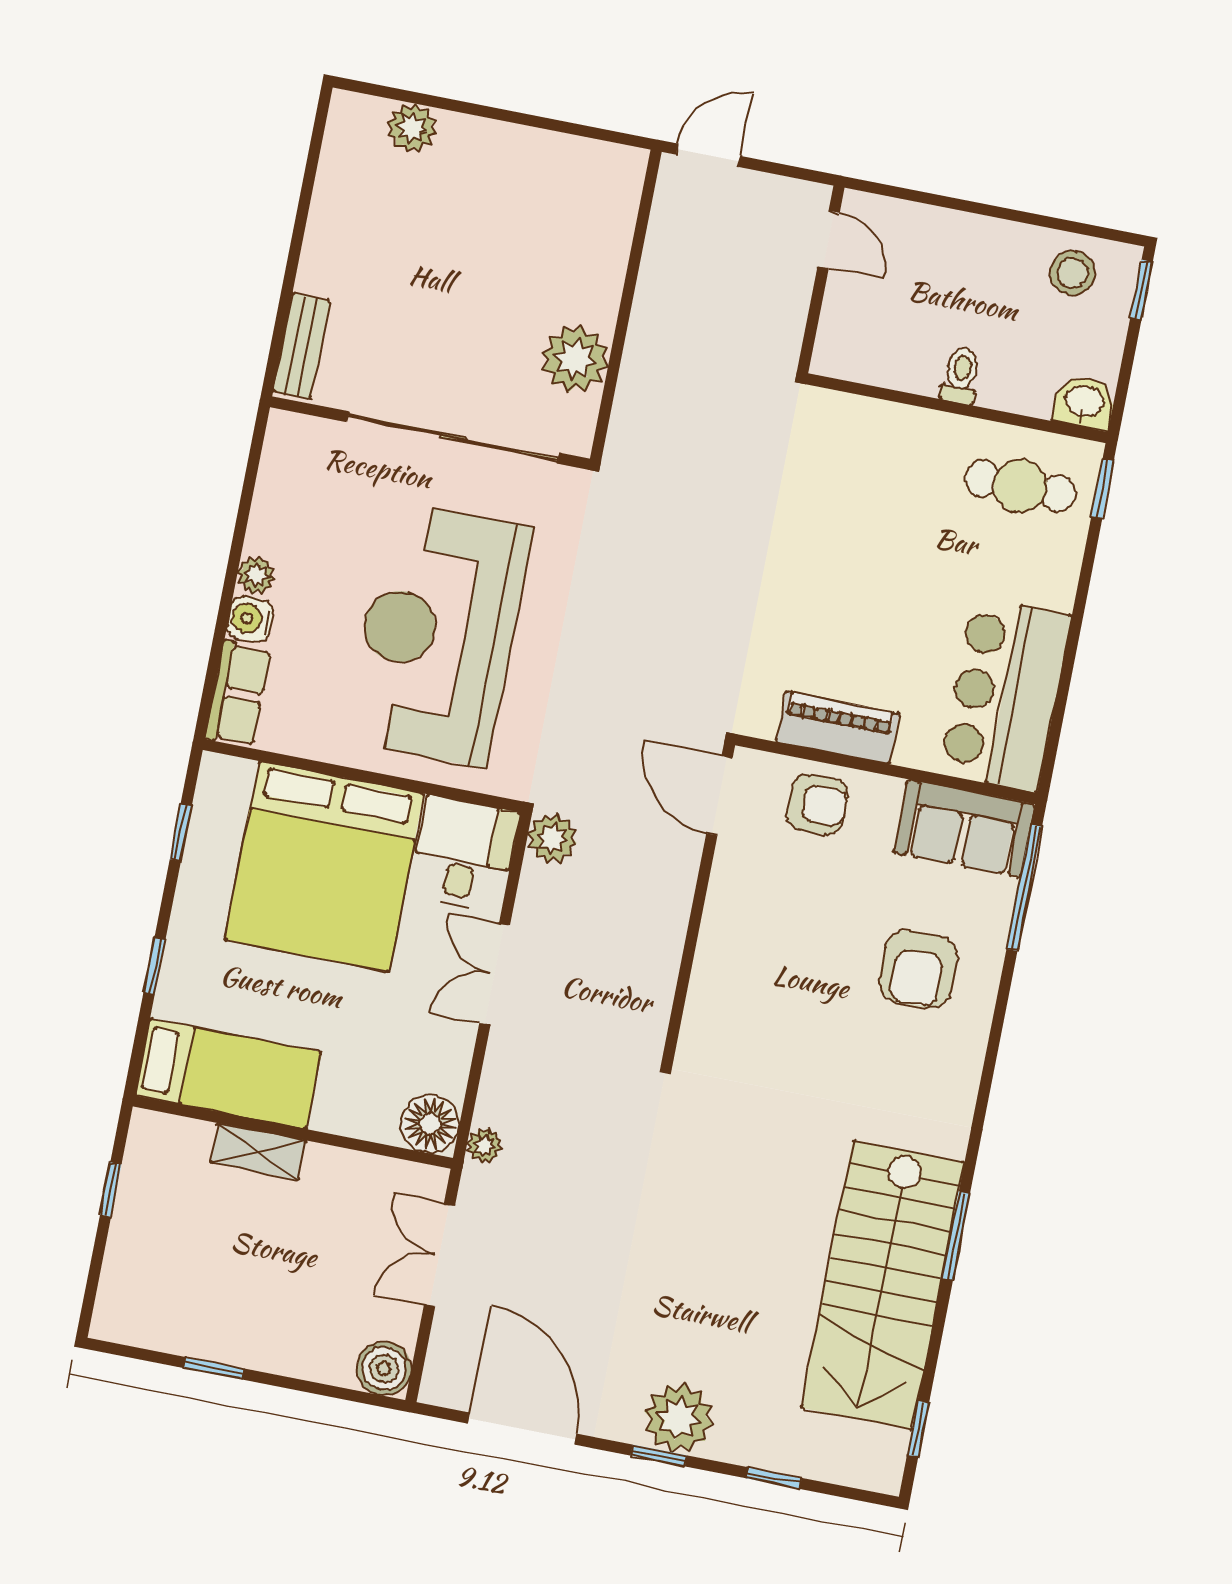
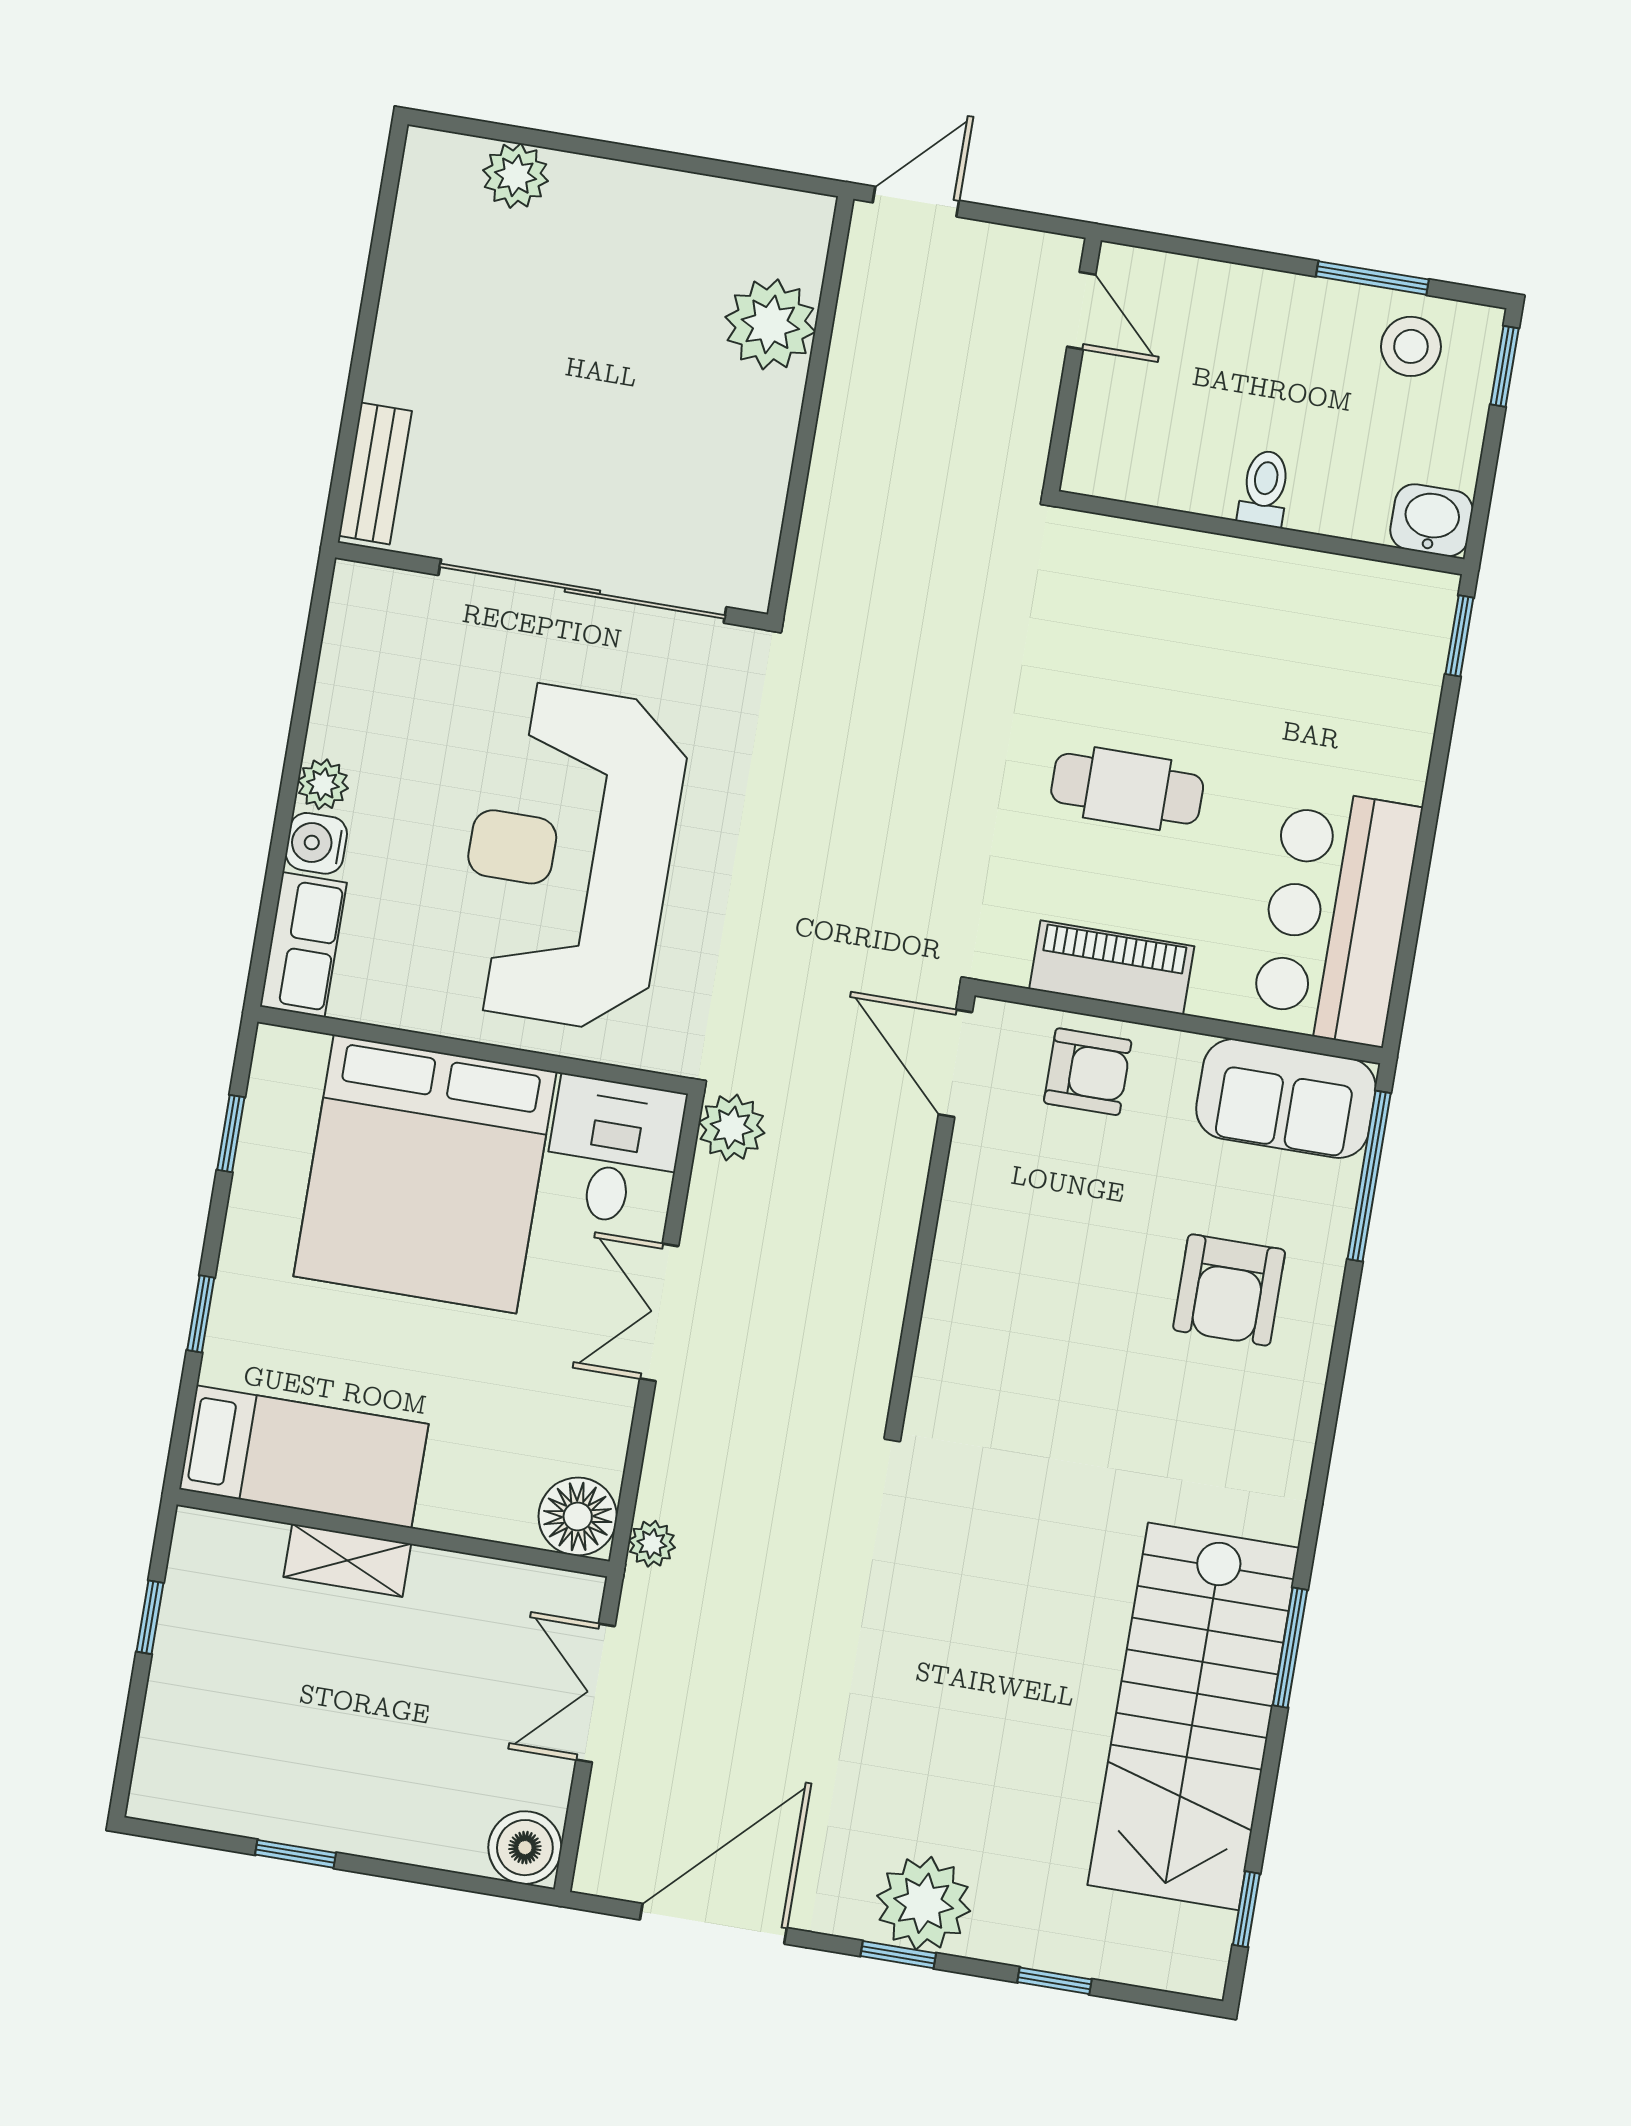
window: (1045, 221) -> (1372, 278), added
plant: (575, 359) -> (770, 324), moved
cafe table: (1020, 486) -> (1127, 789), moved
door: (522, 1429) -> (713, 1924), hinge flipped

